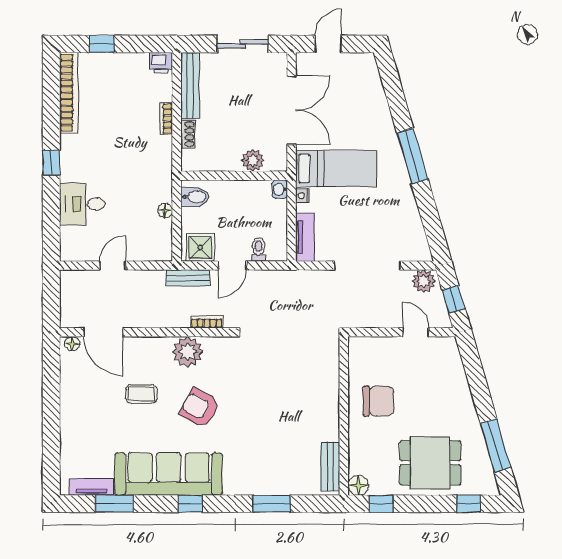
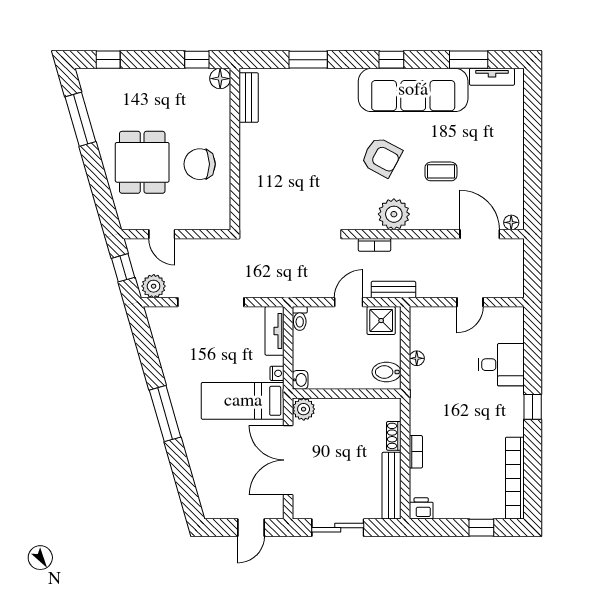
plant: (253, 160) -> (304, 409), moved
toilet: (259, 249) -> (300, 318), moved
dining table: (430, 463) -> (142, 162), moved, turned 90

